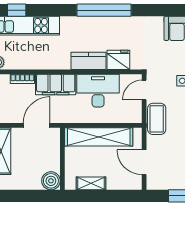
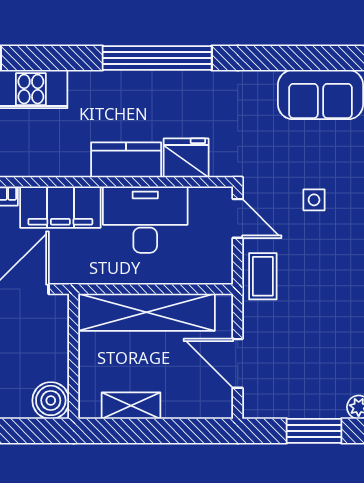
door: (144, 90) -> (238, 218), swing flipped
coffee table: (157, 119) -> (263, 276), width x0.73, depth x0.77

